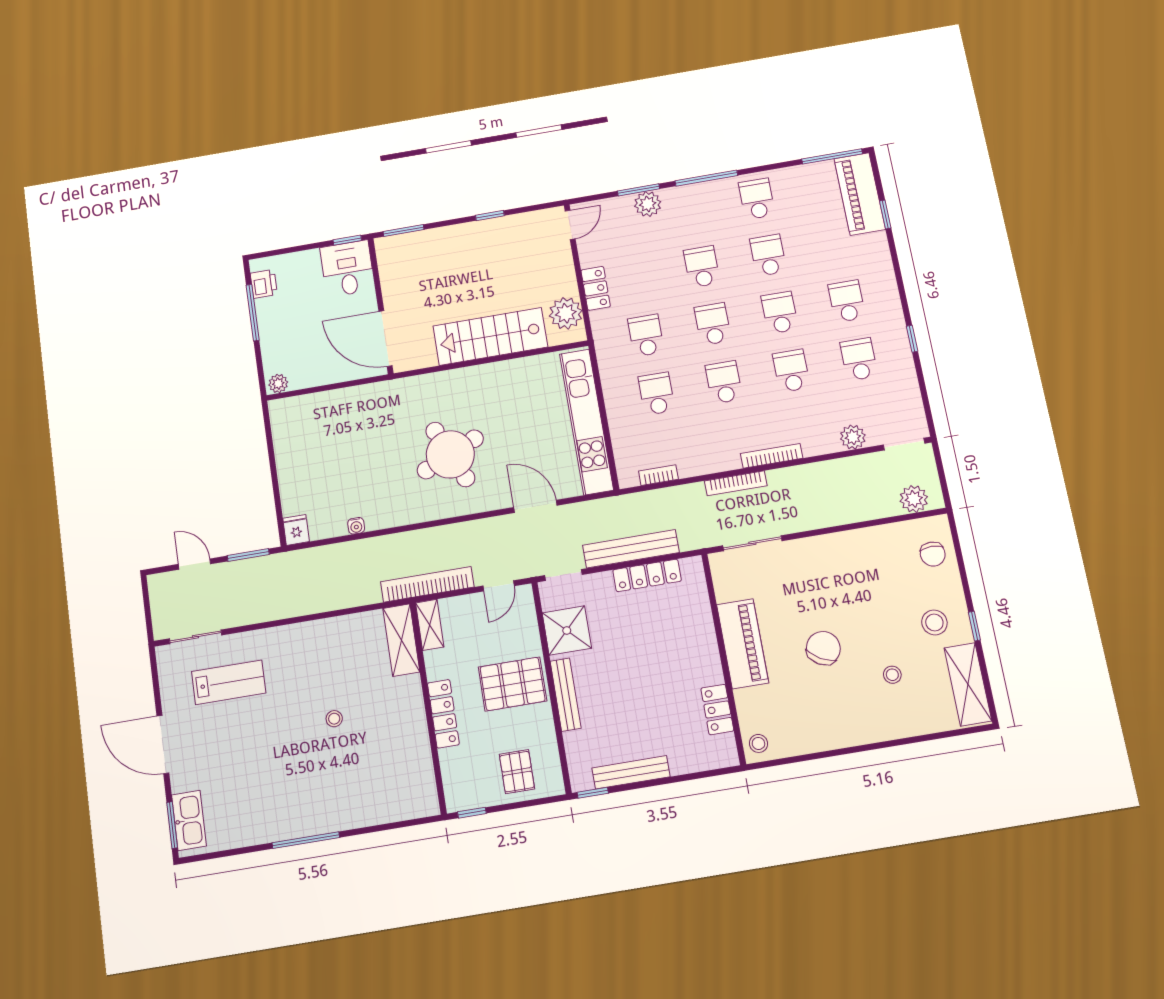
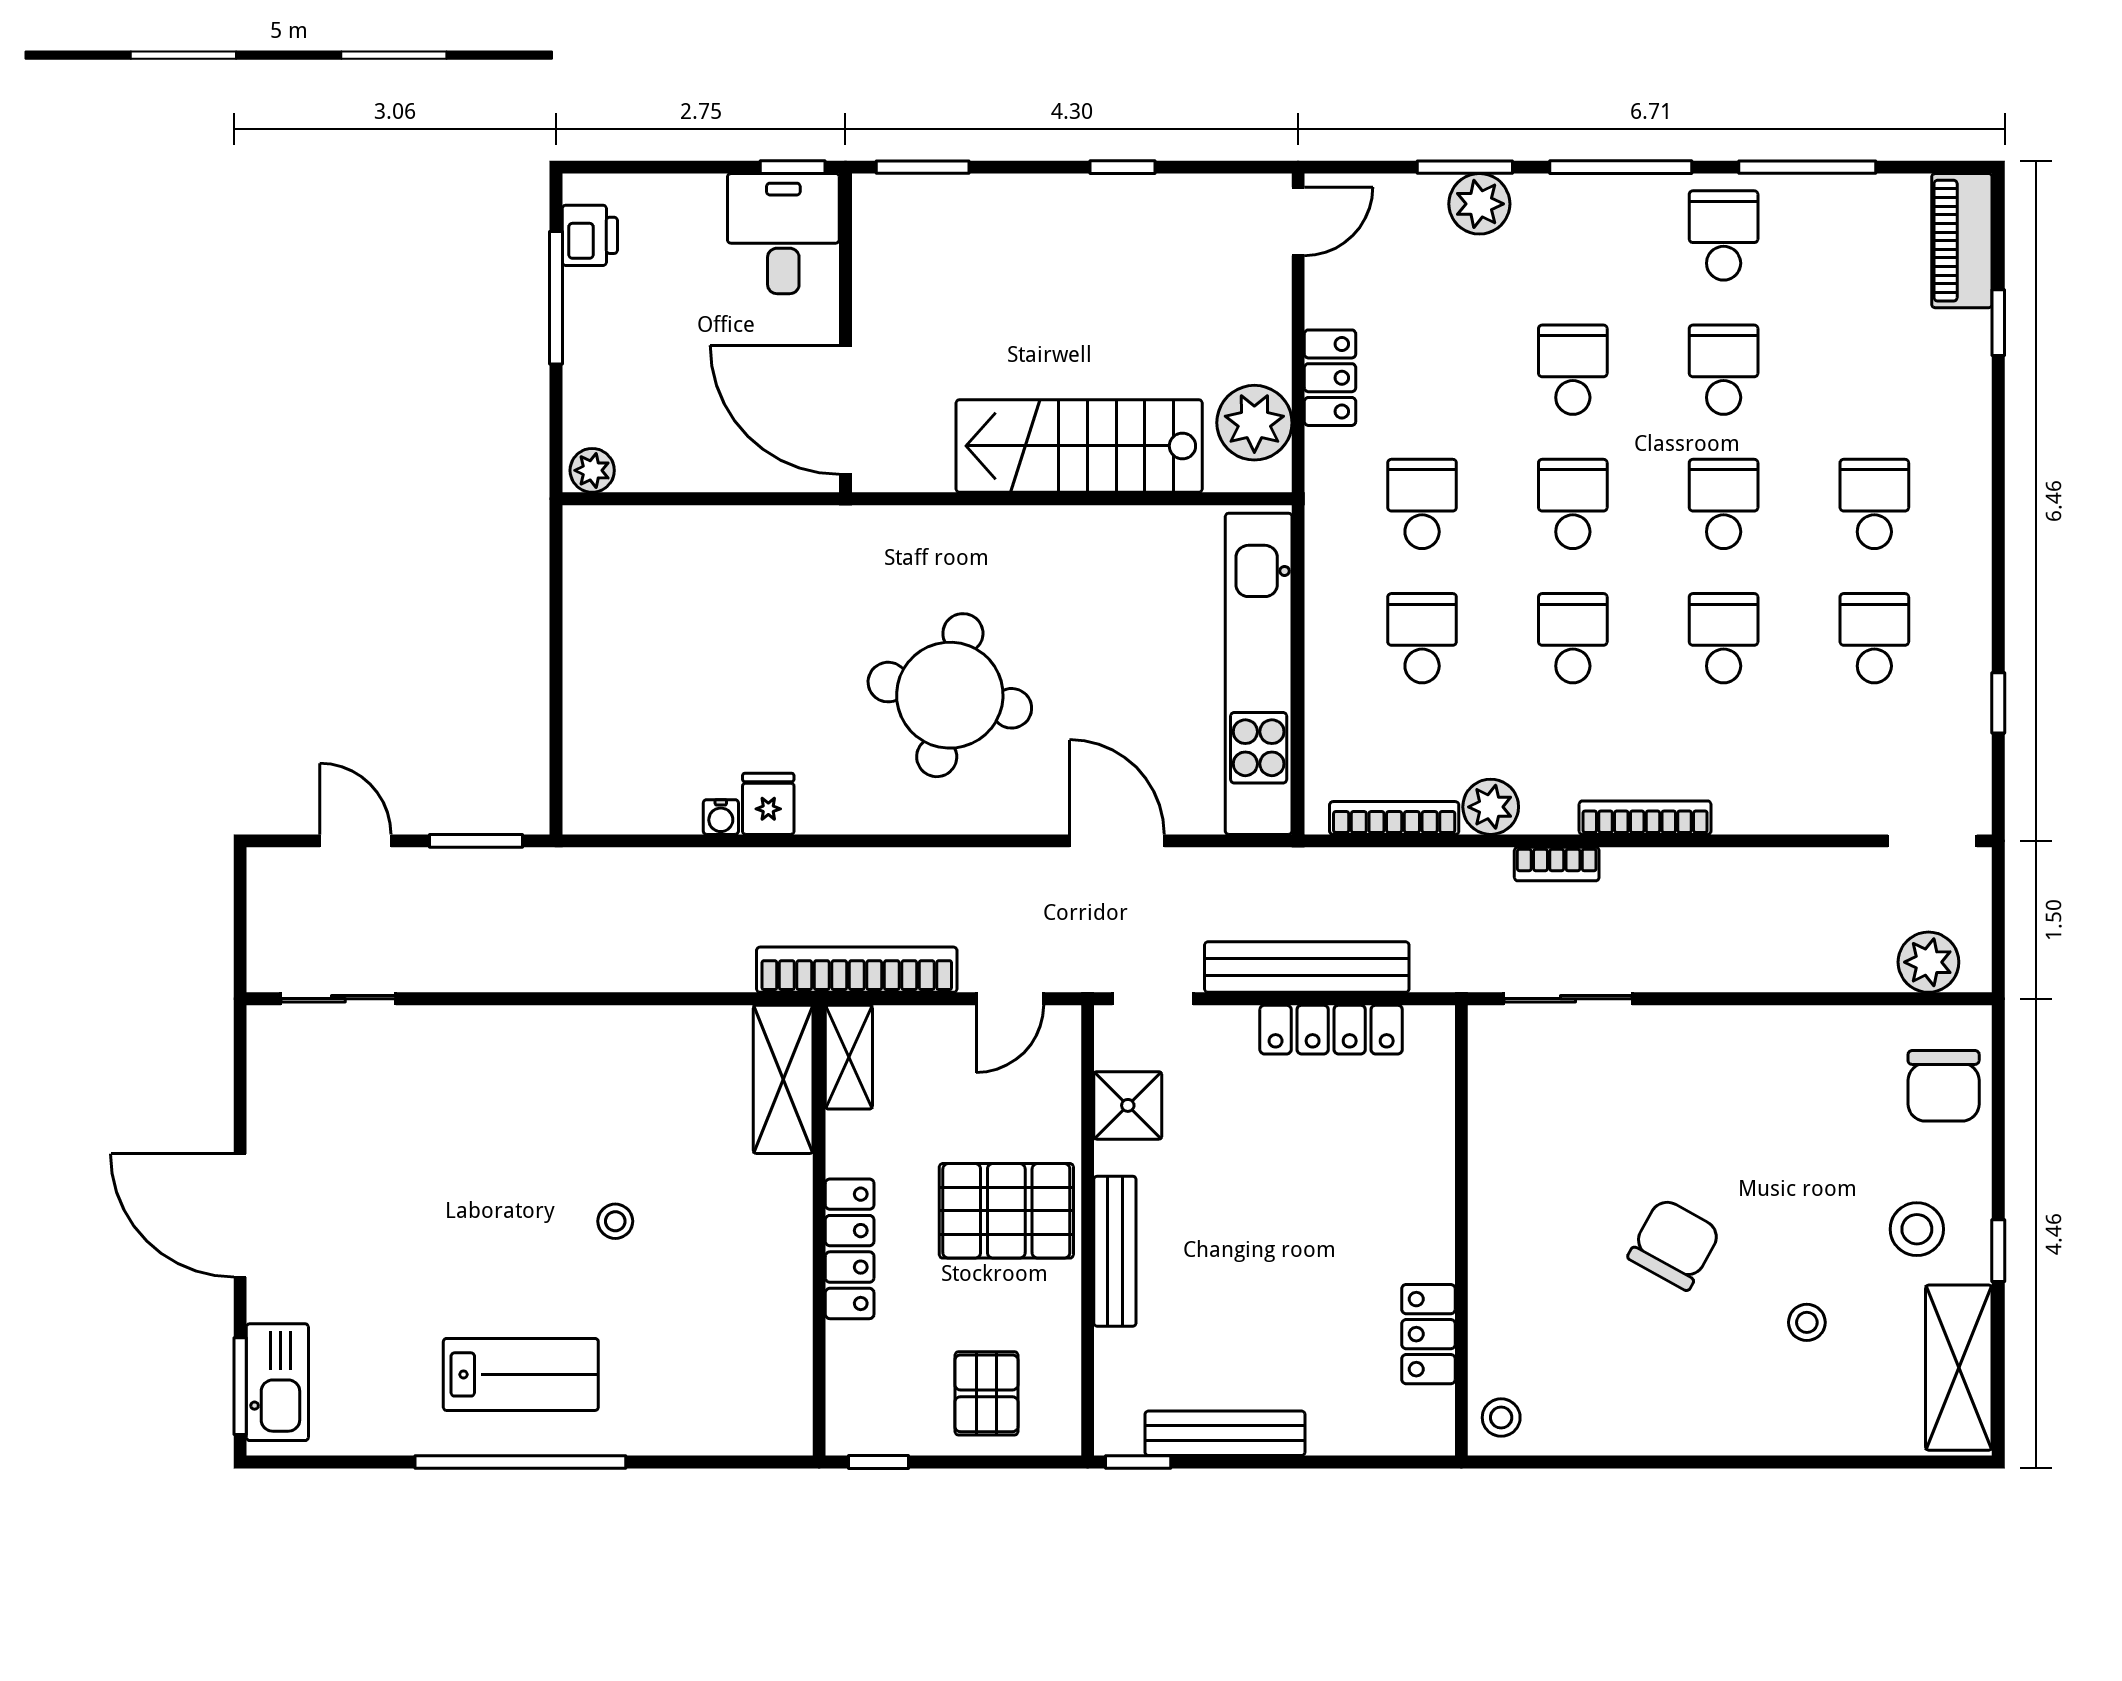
window: (832, 156) -> (1807, 167), moved
piano: (860, 194) -> (1962, 241), width x0.73, depth x0.75
window: (912, 339) -> (1998, 703), moved
plant: (853, 437) -> (1491, 807), moved
round table: (450, 454) -> (950, 695), turned 36
bookcase: (658, 475) -> (1394, 818), width x1.56
bookcase: (736, 483) -> (1557, 864), width x0.64
fridge: (296, 530) -> (768, 804), moved
chair: (933, 554) -> (1944, 1086), width x1.37, depth x1.37
shower: (567, 631) -> (1128, 1105), width x0.73, depth x0.73
piano: (743, 644) -> (1507, 1207), removed
lab bench: (229, 682) -> (521, 1374), moved
window: (306, 840) -> (520, 1462), width x1.46

